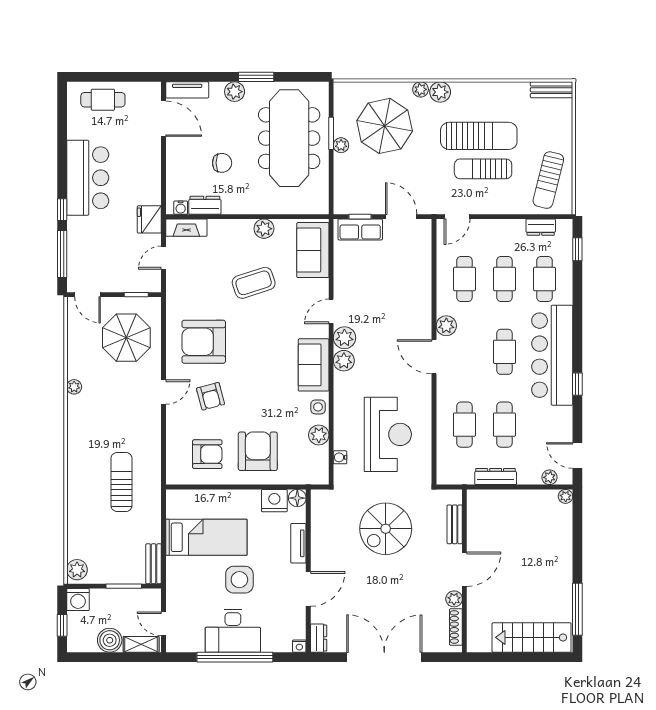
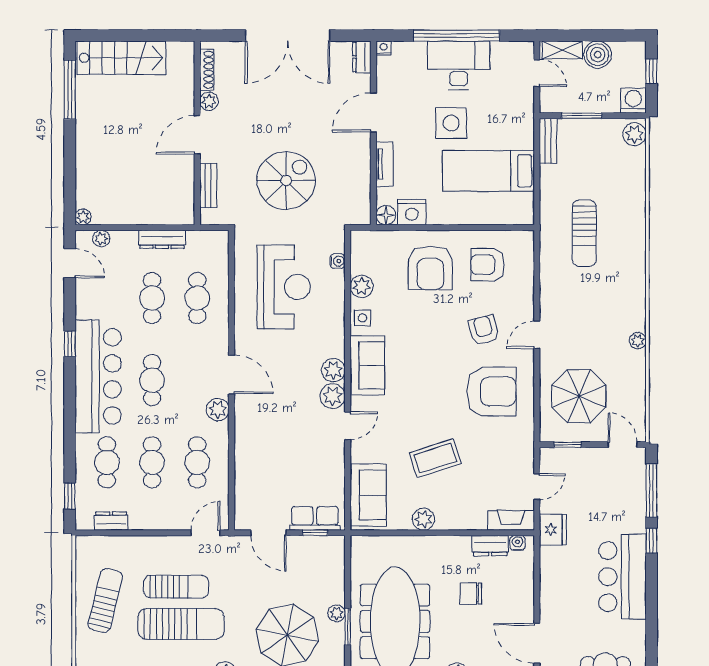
sun lounger: (479, 136) -> (181, 624), turned 180
sun lounger: (548, 180) -> (105, 600), moved
reception desk: (388, 434) -> (284, 287), turned 180

